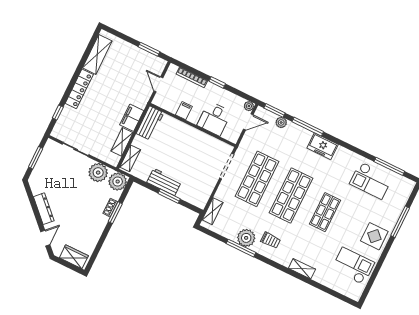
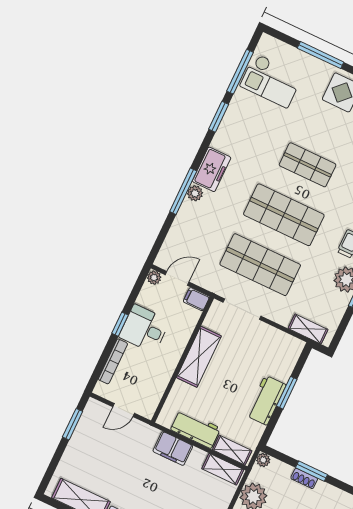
window: (274, 110) -> (219, 117), moved
filing cabinet: (184, 111) -> (196, 299), moved
desk: (214, 118) -> (144, 329), moved, turned 180
door: (248, 122) -> (177, 278), hinge flipped
plant: (281, 122) -> (195, 193), moved
workbench: (150, 123) -> (196, 429), moved
shelving: (194, 136) -> (199, 357), added
shelving: (122, 142) -> (223, 469), moved
checkout: (371, 180) -> (271, 81), moved, turned 90
plant: (118, 182) -> (263, 460), width x0.53, depth x0.53

